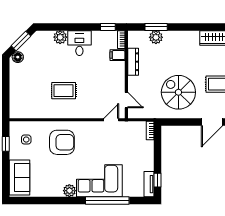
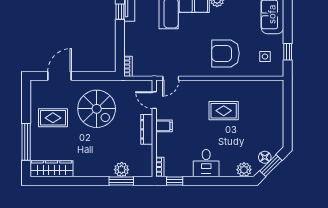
plant: (60, 37) -> (244, 170), moved
filing cabinet: (118, 55) -> (164, 126), moved
floor lamp: (18, 57) -> (265, 157), moved
dresser: (133, 62) -> (147, 129), moved

